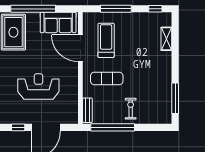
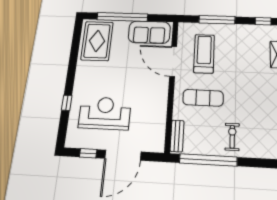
reception desk: (38, 87) -> (105, 113), moved

